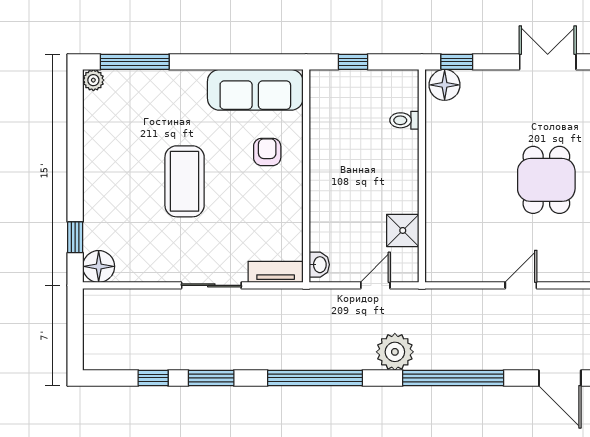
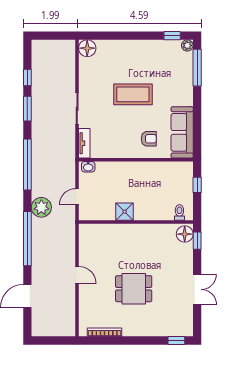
toilet: (404, 120) -> (179, 212), moved
shower: (403, 230) -> (125, 212), moved
window: (75, 237) -> (172, 36), moved
door: (375, 285) -> (77, 197), swing flipped

